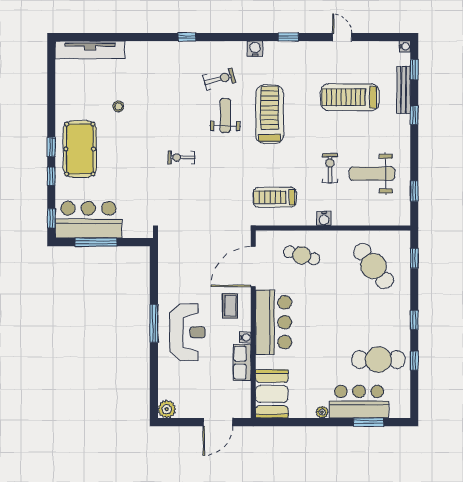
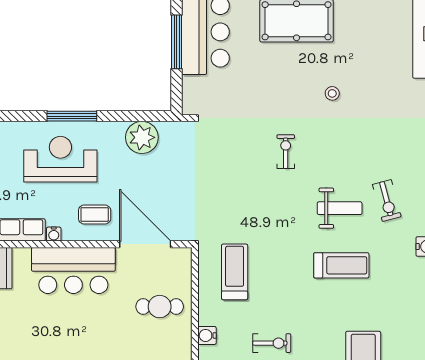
stool: (118, 107) -> (332, 93), moved
treadmill: (270, 114) -> (341, 265), width x0.73, depth x0.73
cafe table: (302, 255) -> (160, 307), turned 74
plant: (170, 269) -> (142, 137), added
reception desk: (187, 332) -> (60, 159), turned 180

